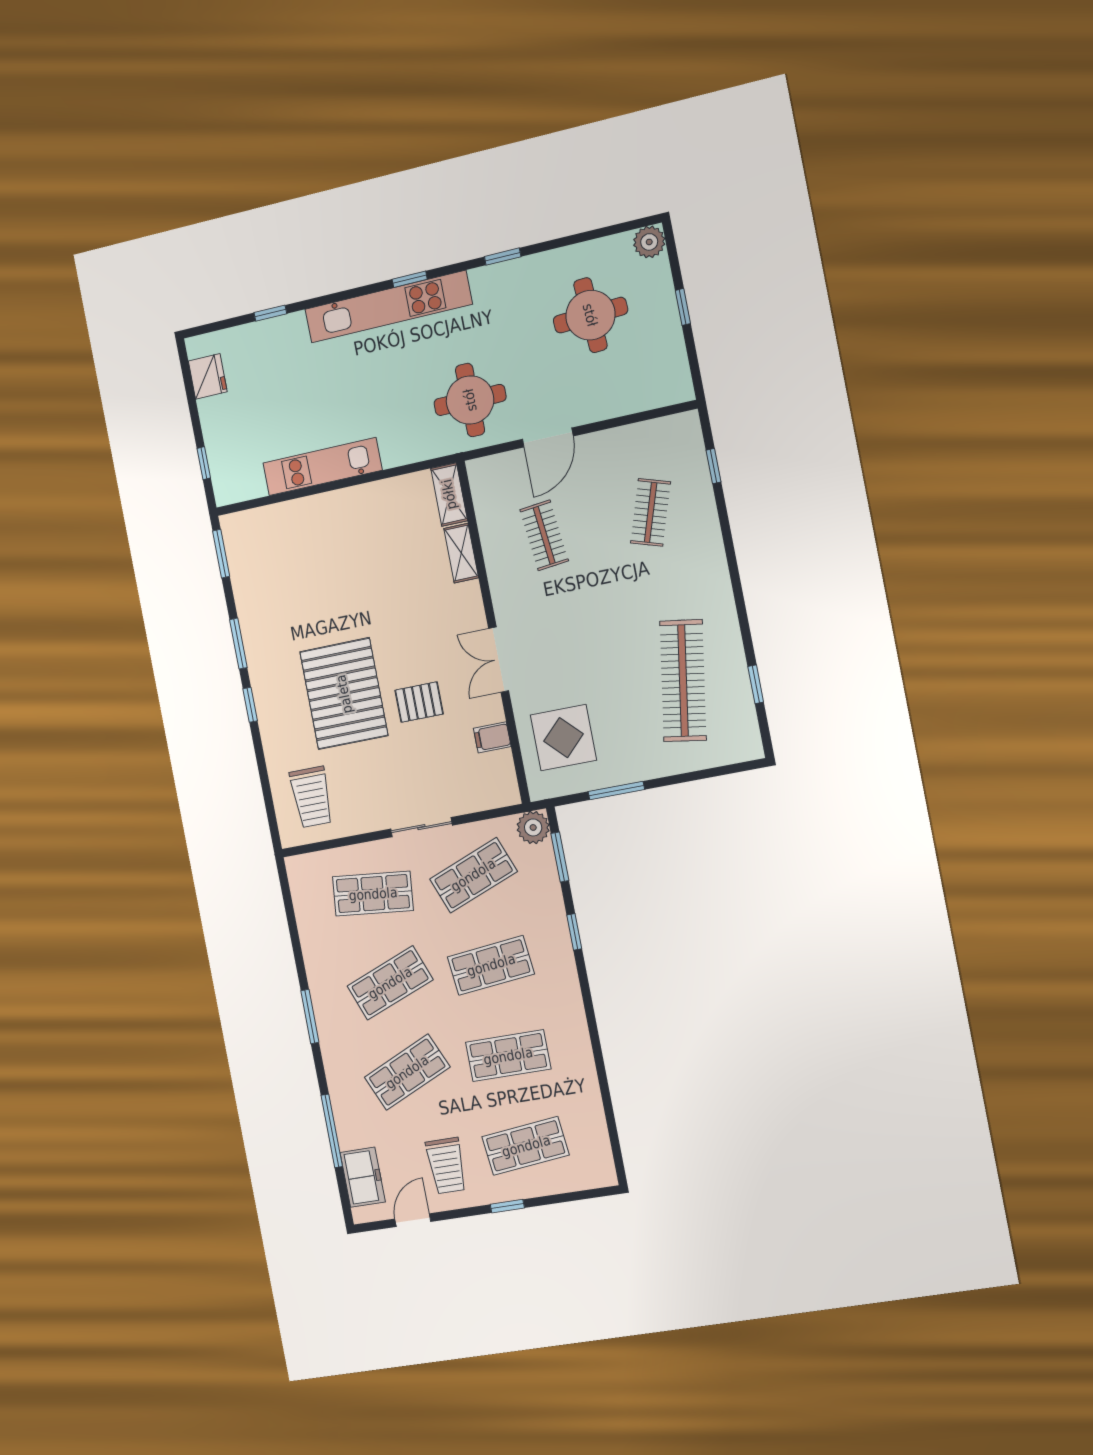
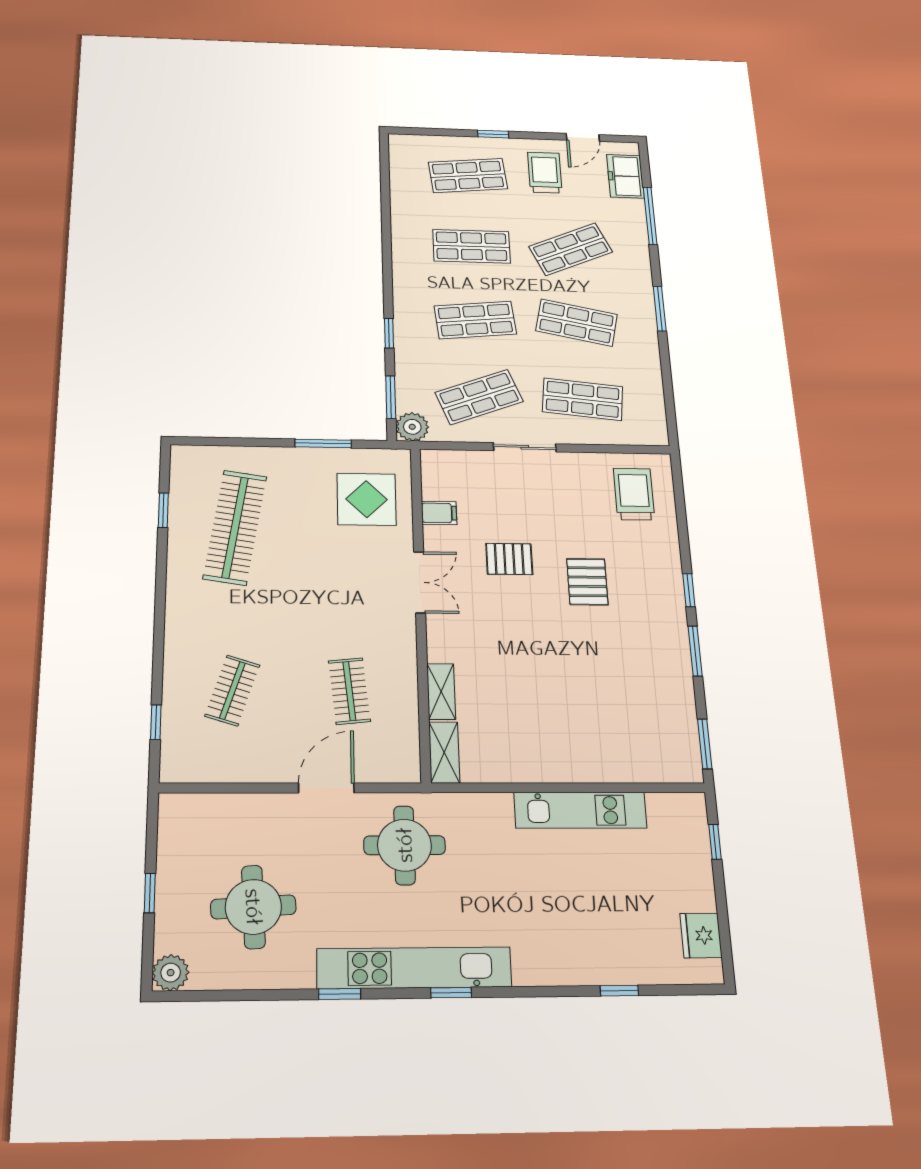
kitchen unit: (388, 307) -> (414, 968), moved
pallet: (344, 694) -> (587, 582), width x0.49, depth x0.50
shop shelf: (390, 983) -> (577, 323), turned 33

